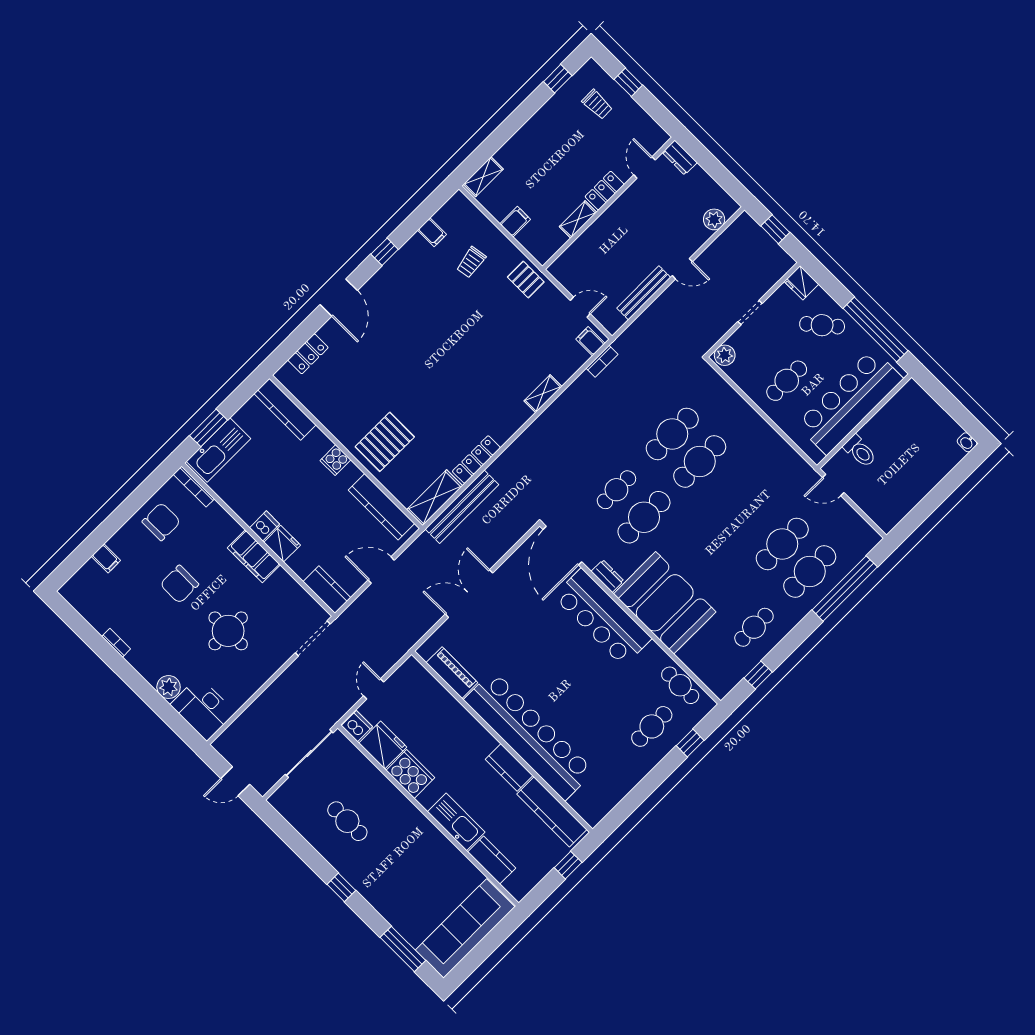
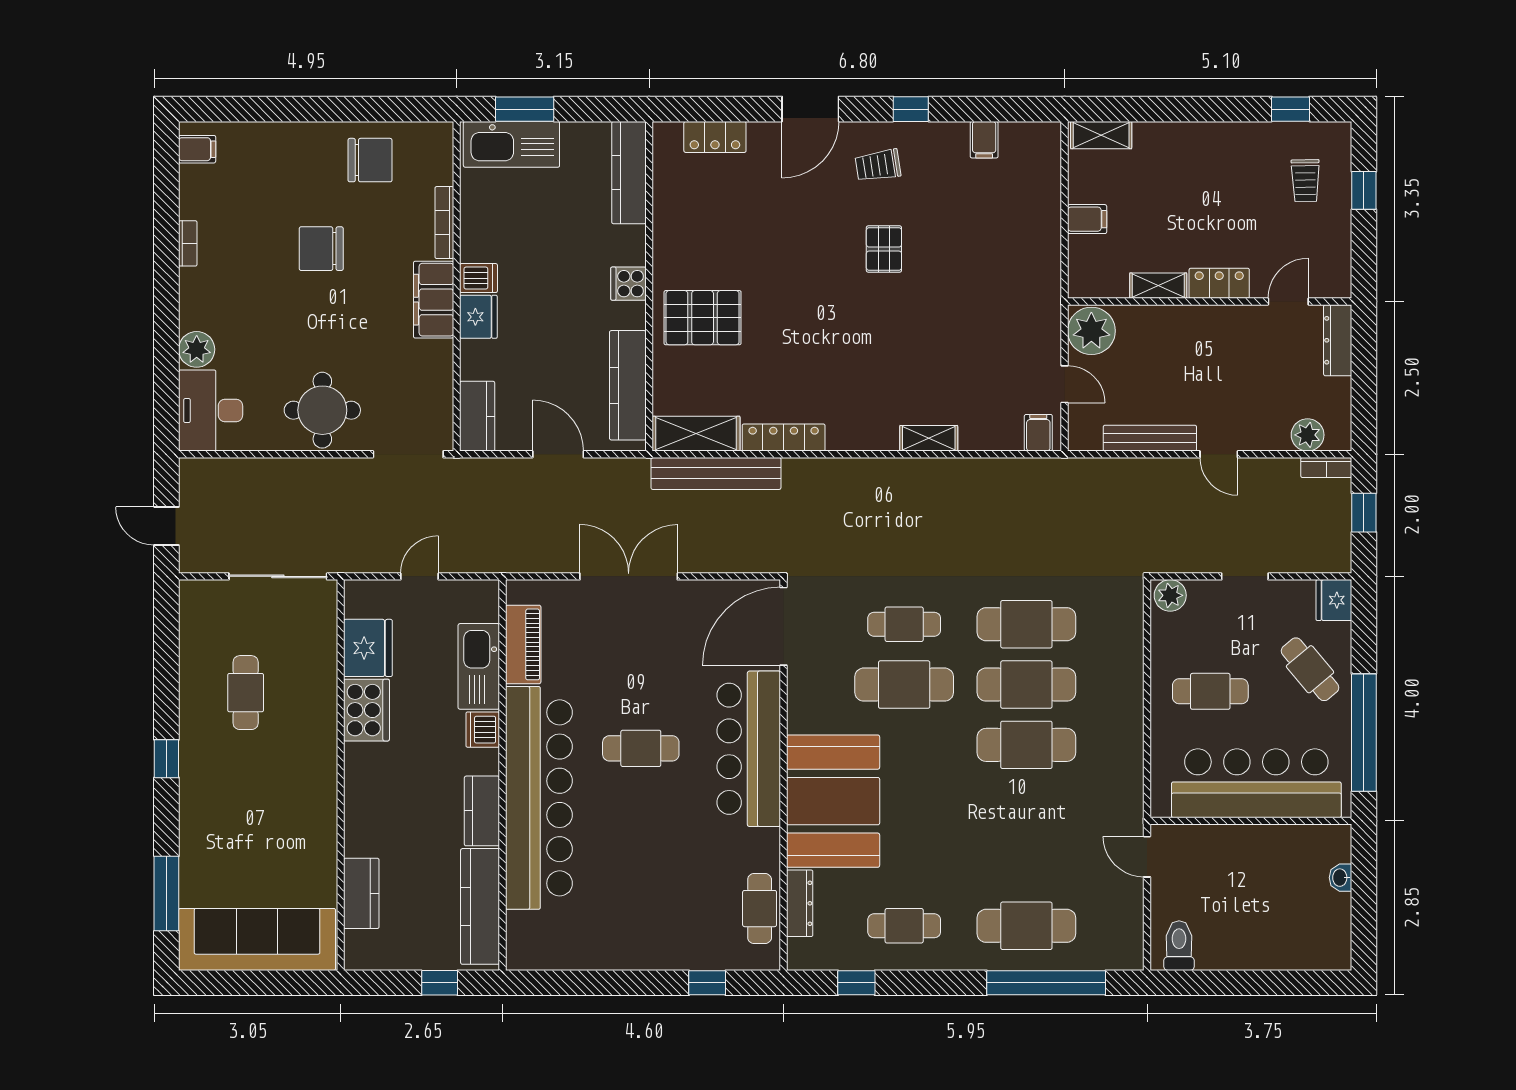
dresser: (680, 158) -> (1338, 340), width x1.44
trolley: (471, 262) -> (878, 165), moved
plant: (568, 271) -> (1091, 331), added
pallet: (526, 279) -> (884, 249), moved
bookcase: (602, 361) -> (1326, 467), moved
washbasin: (967, 442) -> (1340, 878), moved
toilet: (860, 451) -> (1179, 946), moved, turned 180
bookcase: (194, 487) -> (444, 223), moved
cafe table: (782, 544) -> (1026, 745), moved
filing cabinet: (106, 558) -> (197, 149), moved, turned -90
dresser: (608, 576) -> (800, 903), moved, width x1.44
round table: (228, 631) -> (322, 410), moved
dishwasher: (357, 726) -> (483, 730), moved, turned 180
cafe table: (652, 726) -> (641, 748), moved
kitchen sink: (456, 822) -> (479, 666), moved, turned 180

